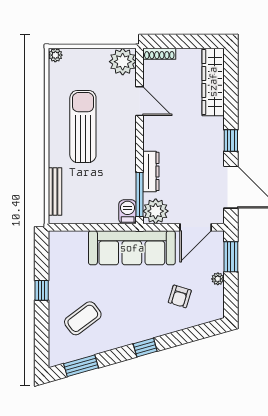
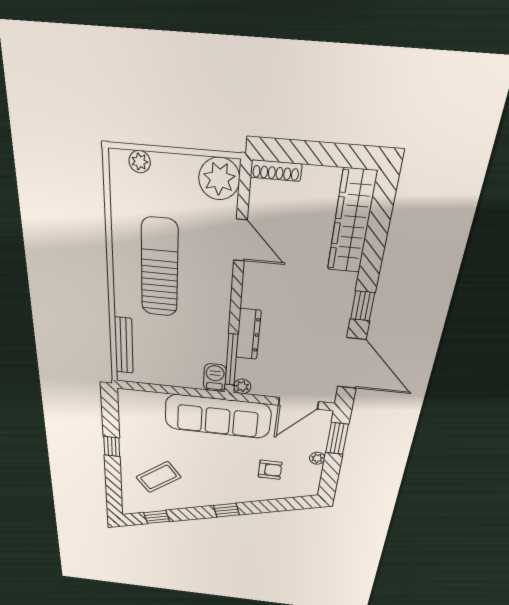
plant: (55, 55) -> (140, 162), moved
plant: (156, 211) -> (242, 386), width x0.53, depth x0.53
armchair: (180, 296) -> (270, 470), turned -107
window: (81, 366) -> (157, 517), width x0.67

